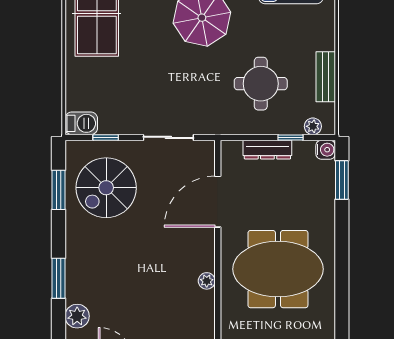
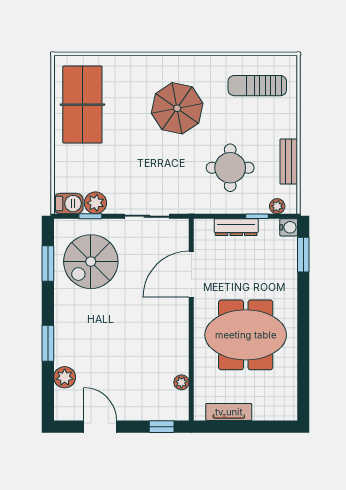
plant: (111, 123) -> (95, 203), added
plant: (207, 281) -> (181, 382), moved

